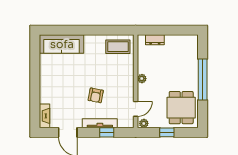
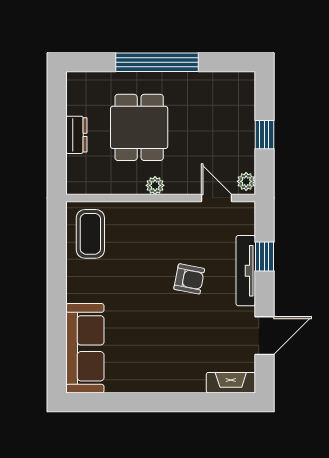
dresser: (155, 40) -> (76, 135), moved
dining table: (181, 108) -> (139, 127), moved, turned 90

